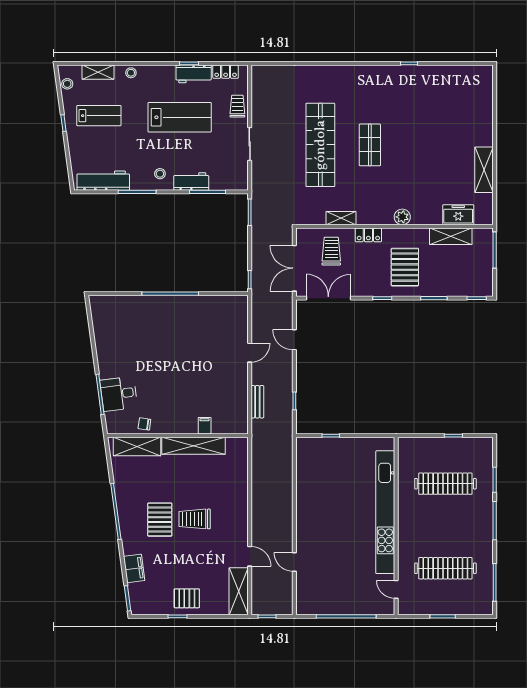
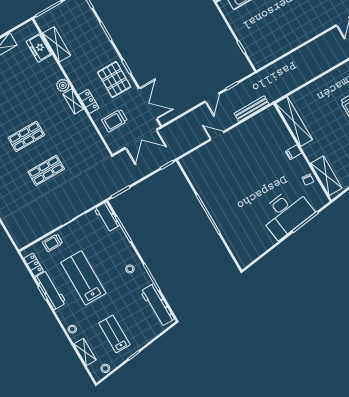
workbench: (194, 74) -> (51, 290), width x1.38
shop shelf: (320, 145) -> (46, 170), width x0.50, depth x0.74
workbench: (191, 182) -> (107, 217), moved
shelving: (341, 218) -> (73, 101), moved
pallet: (405, 267) -> (114, 79), moved, turned 90
double door: (328, 298) -> (148, 104), swing flipped
door: (294, 340) -> (212, 98), moved
desk: (119, 394) -> (286, 213), width x1.87, depth x1.30
bench: (257, 402) -> (252, 109), width x1.36
filing cabinet: (205, 426) -> (293, 152), moved
shelving: (194, 446) -> (294, 121), moved

